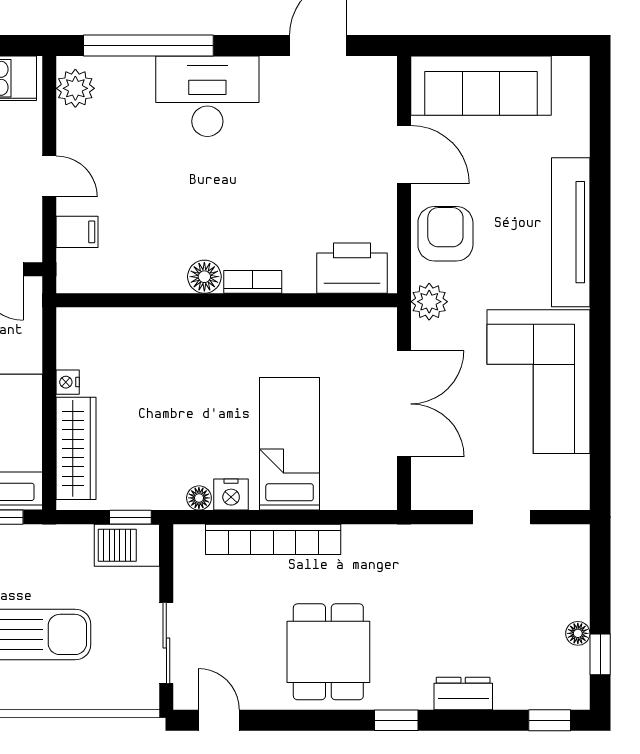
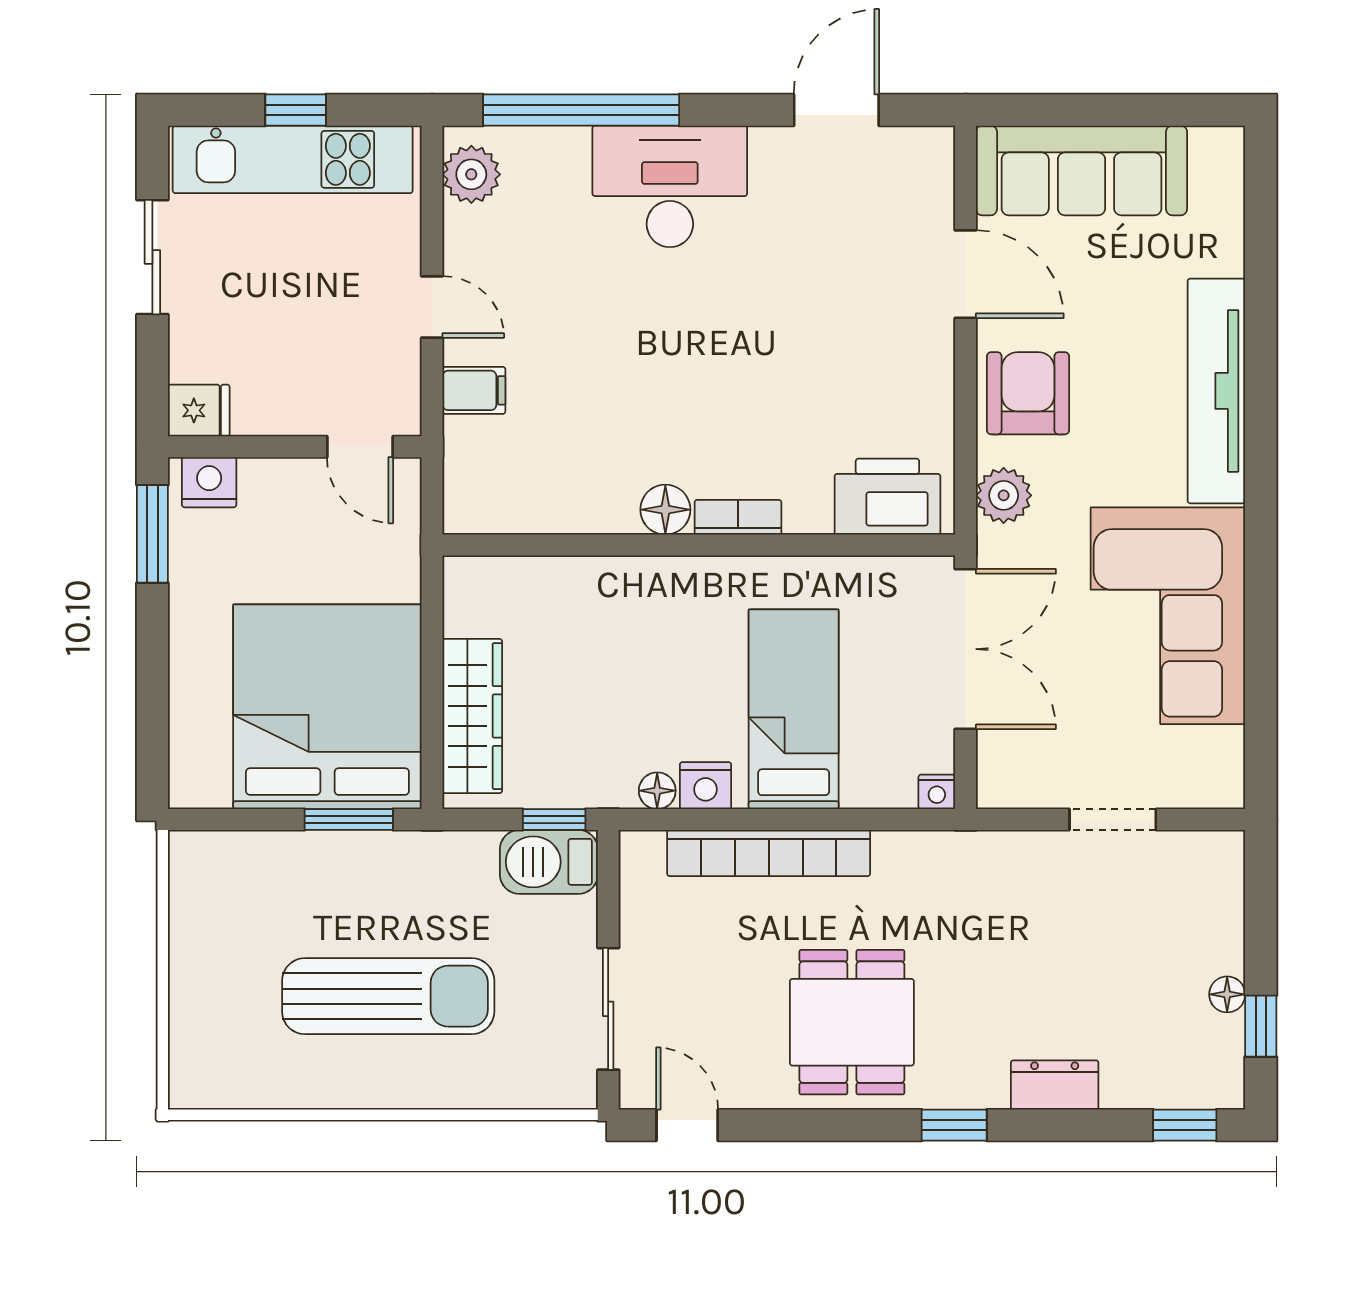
printer: (352, 268) -> (887, 497), moved
floor lamp: (204, 277) -> (665, 510), moved
bookcase: (253, 282) -> (738, 517), moved
wall: (227, 300) -> (699, 545), moved
nightstand: (68, 382) -> (937, 792), moved, turned -90

